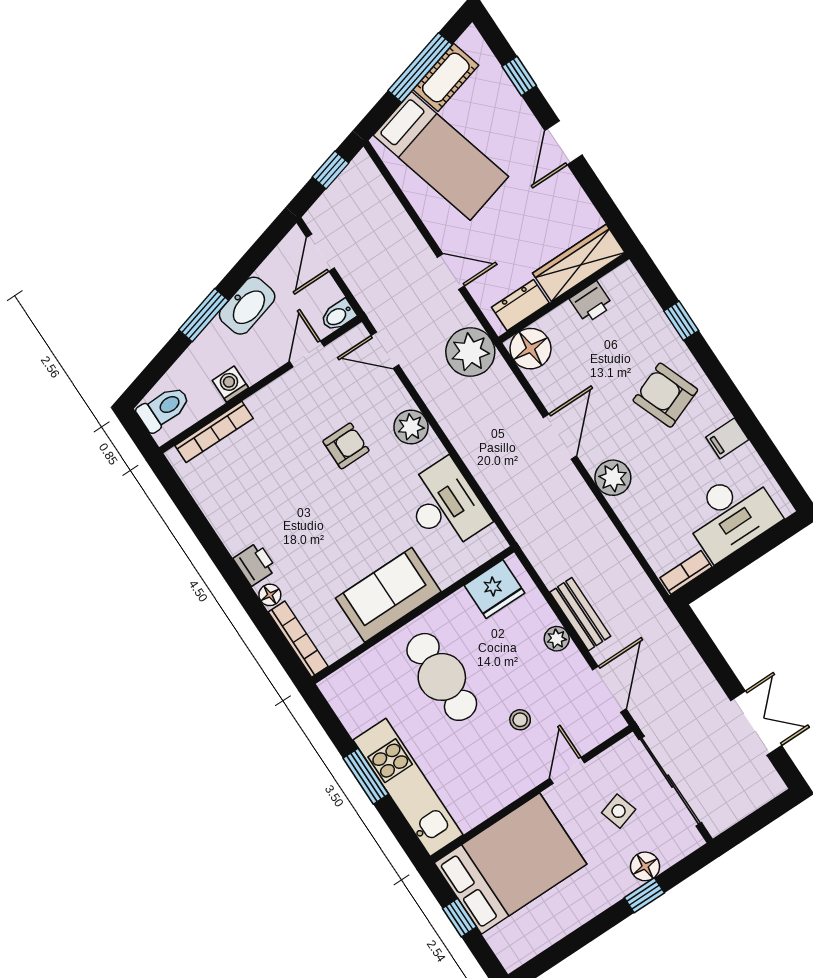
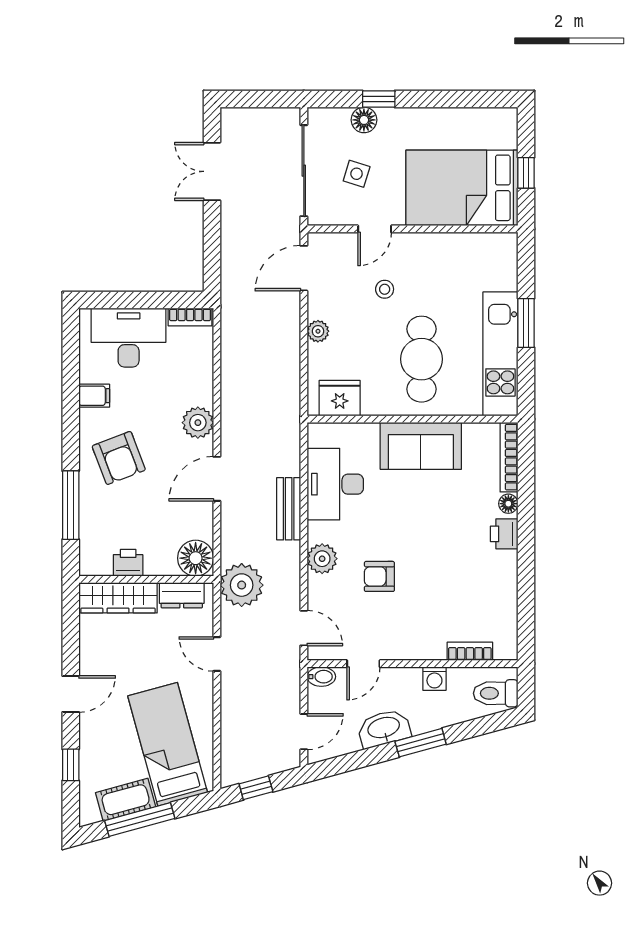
window: (681, 321) -> (71, 505), width x2.17
bookcase: (214, 432) -> (470, 651), width x0.64
bench: (580, 614) -> (289, 509), moved
kitchen unit: (408, 787) -> (500, 354), moved
side table: (619, 811) -> (357, 174), turned 34

